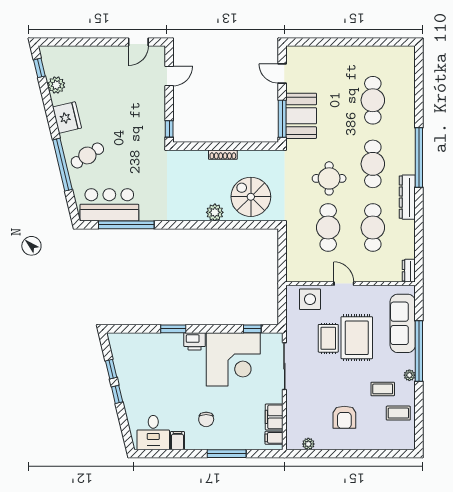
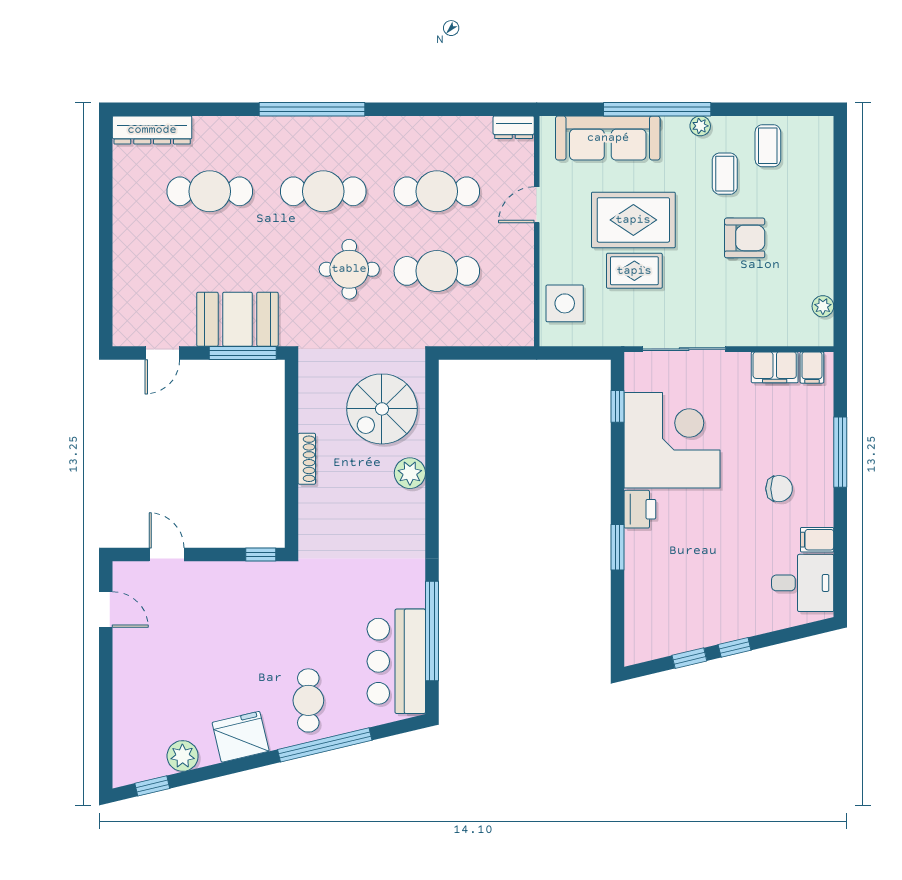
cafe table: (87, 155) -> (308, 700), turned 33
dresser: (407, 197) -> (152, 130), moved
door: (344, 284) -> (537, 205), moved
armchair: (344, 417) -> (745, 238), moved

